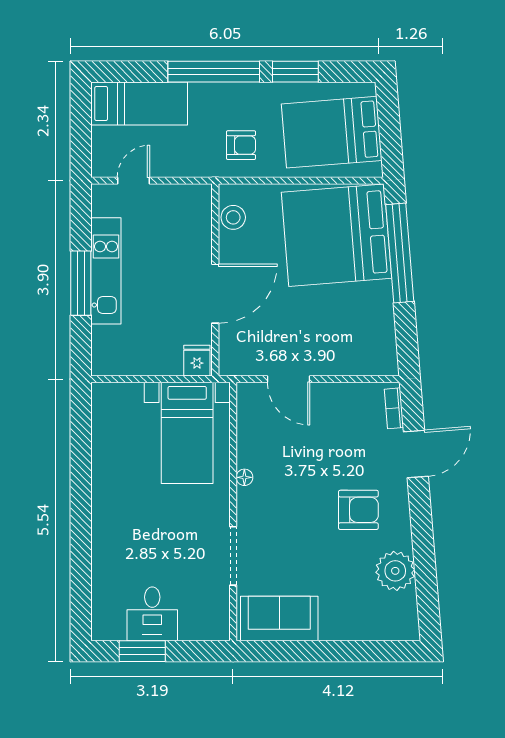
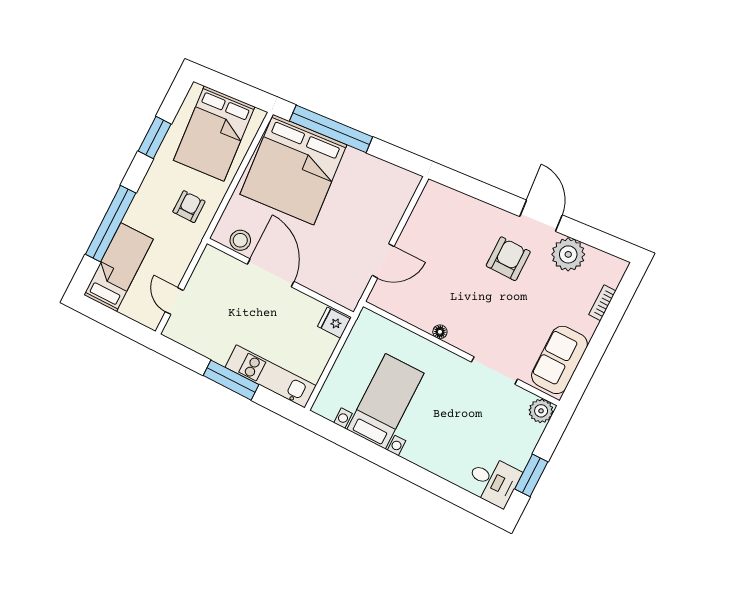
window: (214, 72) -> (111, 224), moved
kitchen unit: (106, 271) -> (271, 376), moved
door: (215, 294) -> (271, 273), moved
bookcase: (394, 408) -> (602, 303), moved, turned 95
bed with nightstands: (187, 433) -> (385, 401), moved, turned -90
door: (416, 454) -> (541, 216), moved
desk: (152, 614) -> (493, 481), moved
plant: (216, 627) -> (541, 411), added

